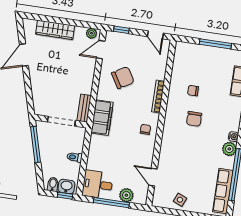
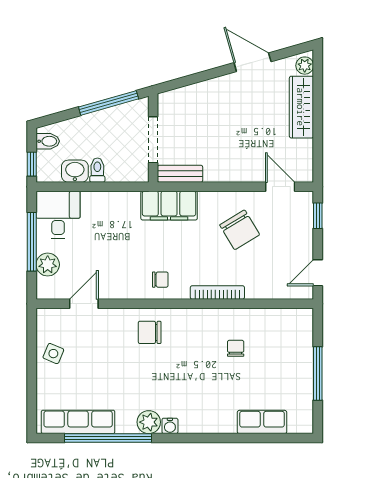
plant: (91, 33) -> (305, 66), moved
chair: (194, 119) -> (150, 332), moved
washbasin: (66, 186) -> (75, 171), moved, turned -90

